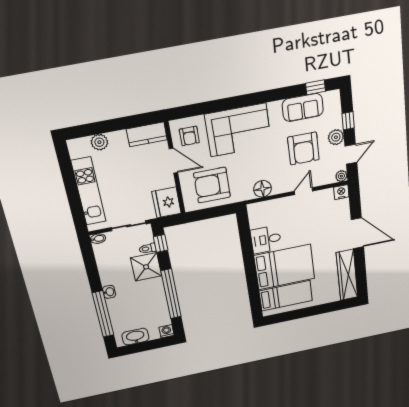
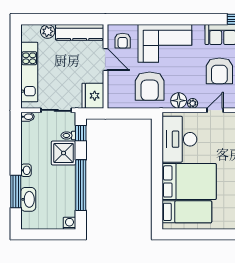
kitchen counter: (147, 134) -> (80, 32), width x1.50
armchair: (212, 185) -> (150, 86), moved, turned -90
plant: (278, 189) -> (193, 103), added
desk: (266, 240) -> (179, 139), width x1.87, depth x1.30
window: (103, 314) -> (16, 191), width x0.68
washbasin: (135, 337) -> (28, 199), moved, turned 90

